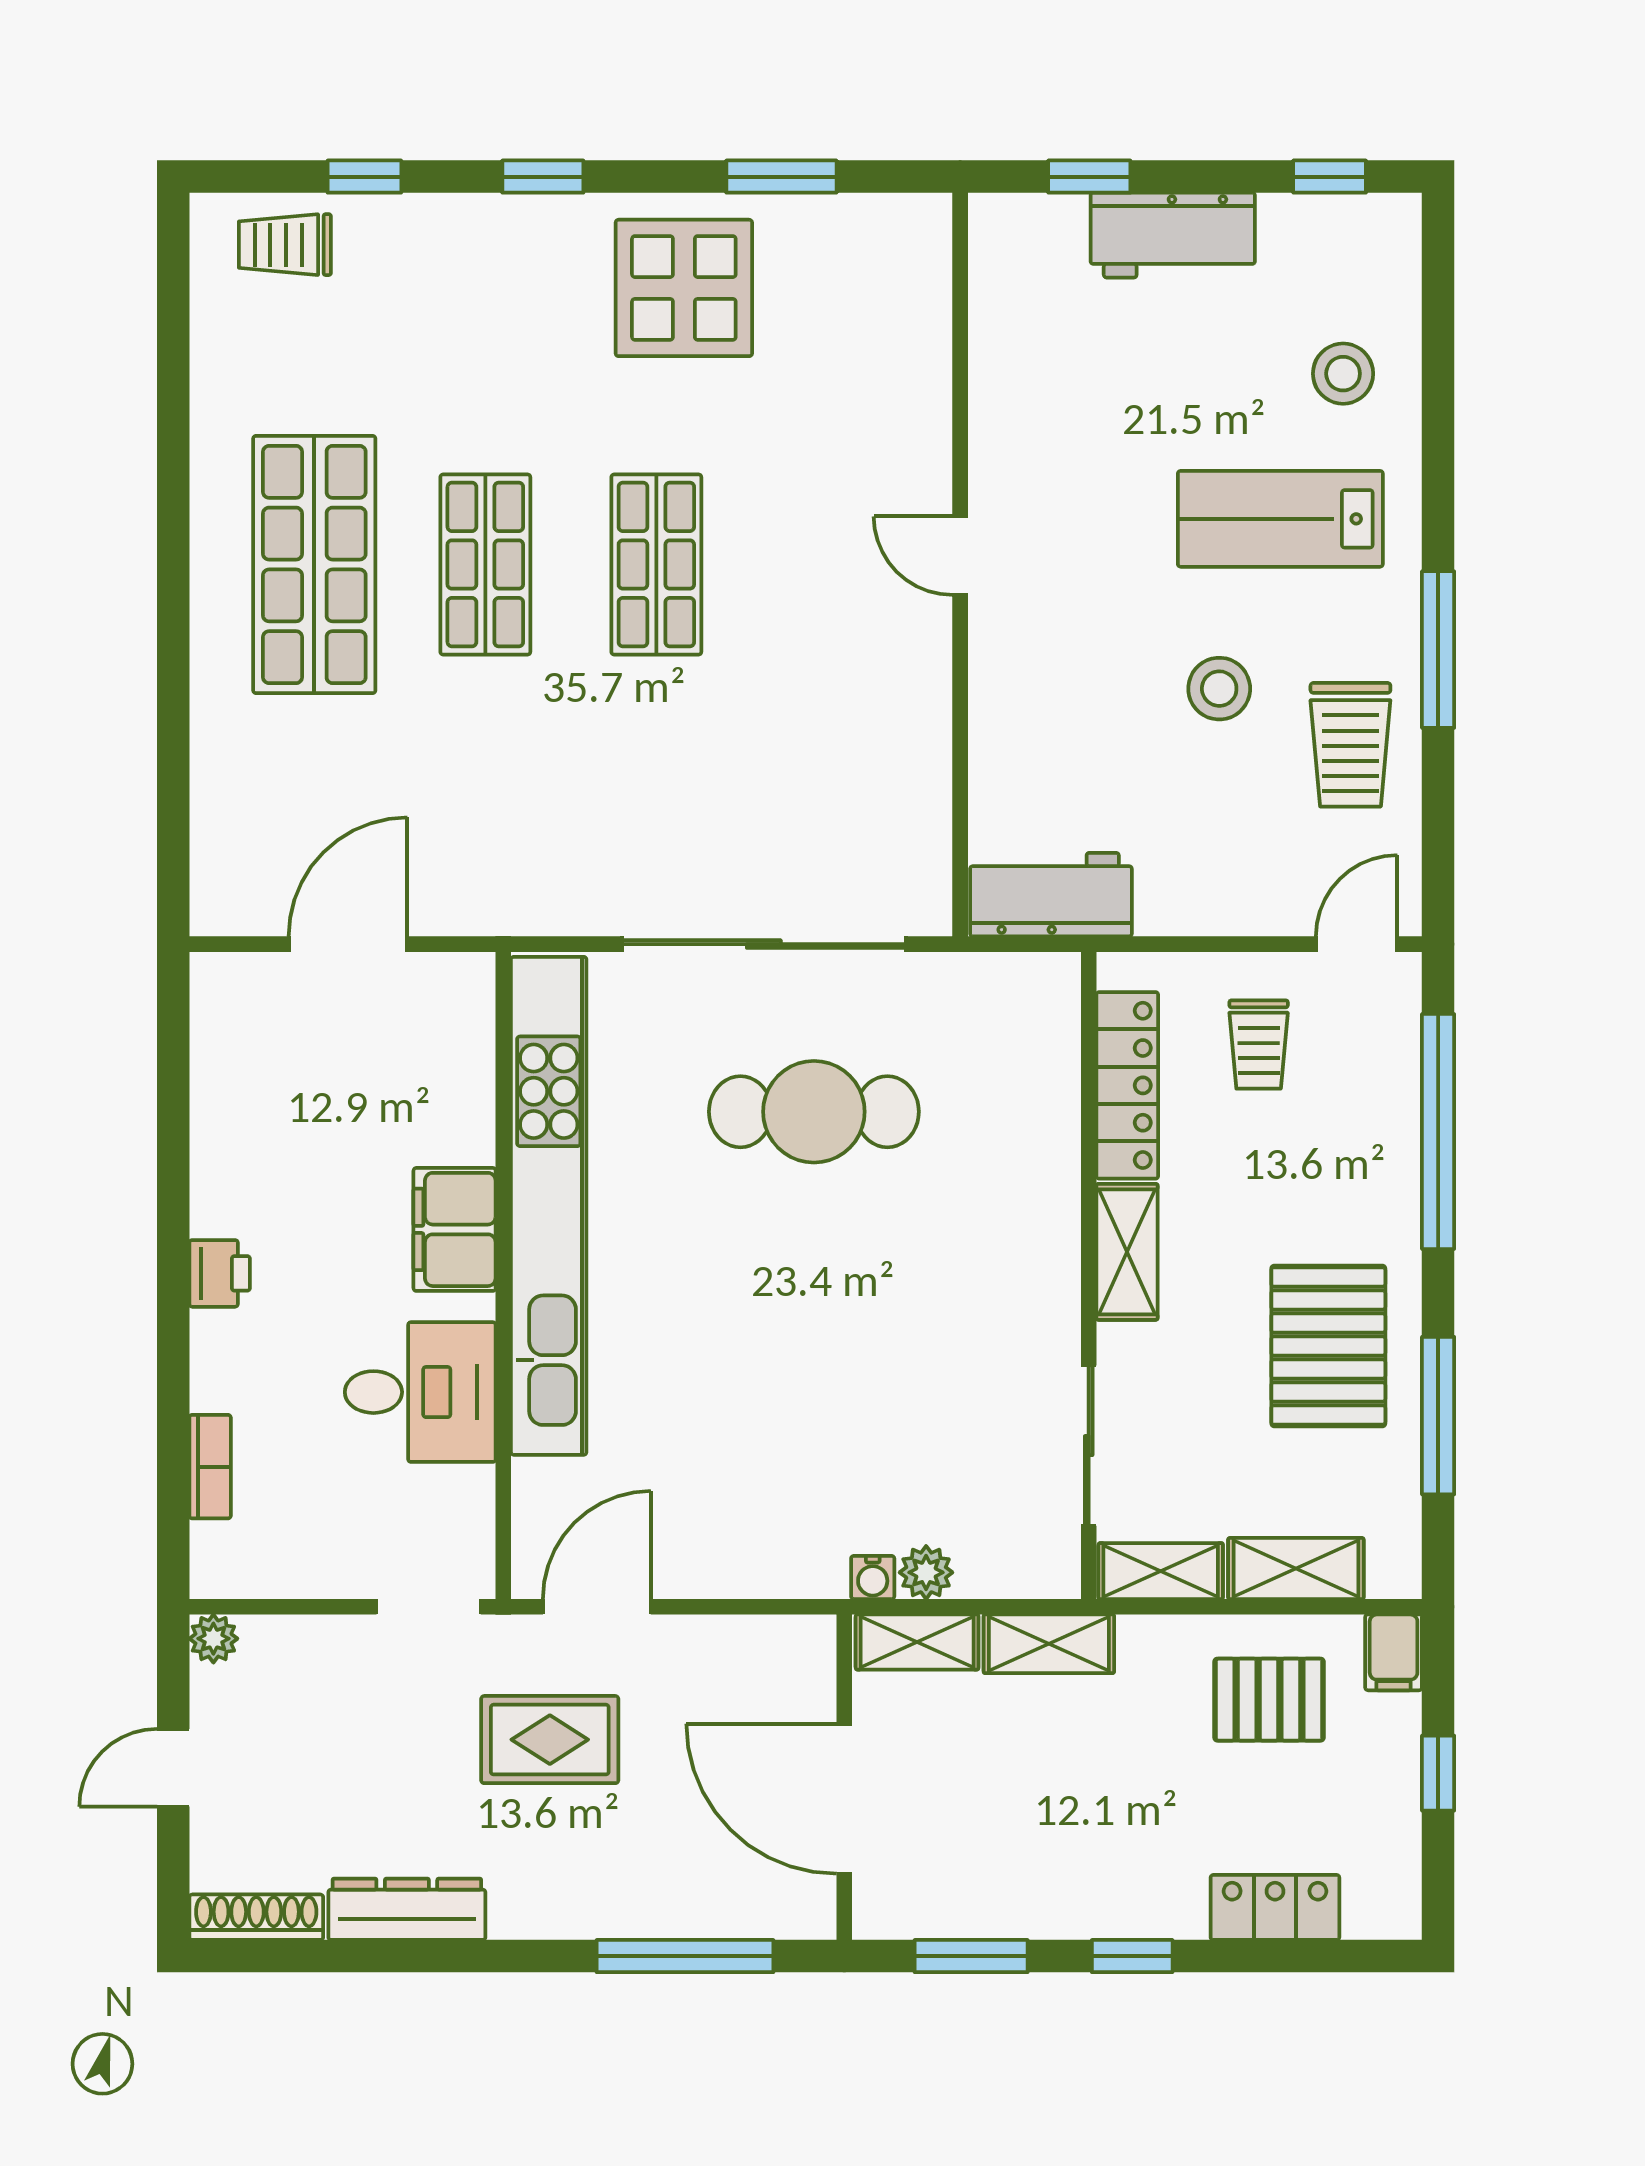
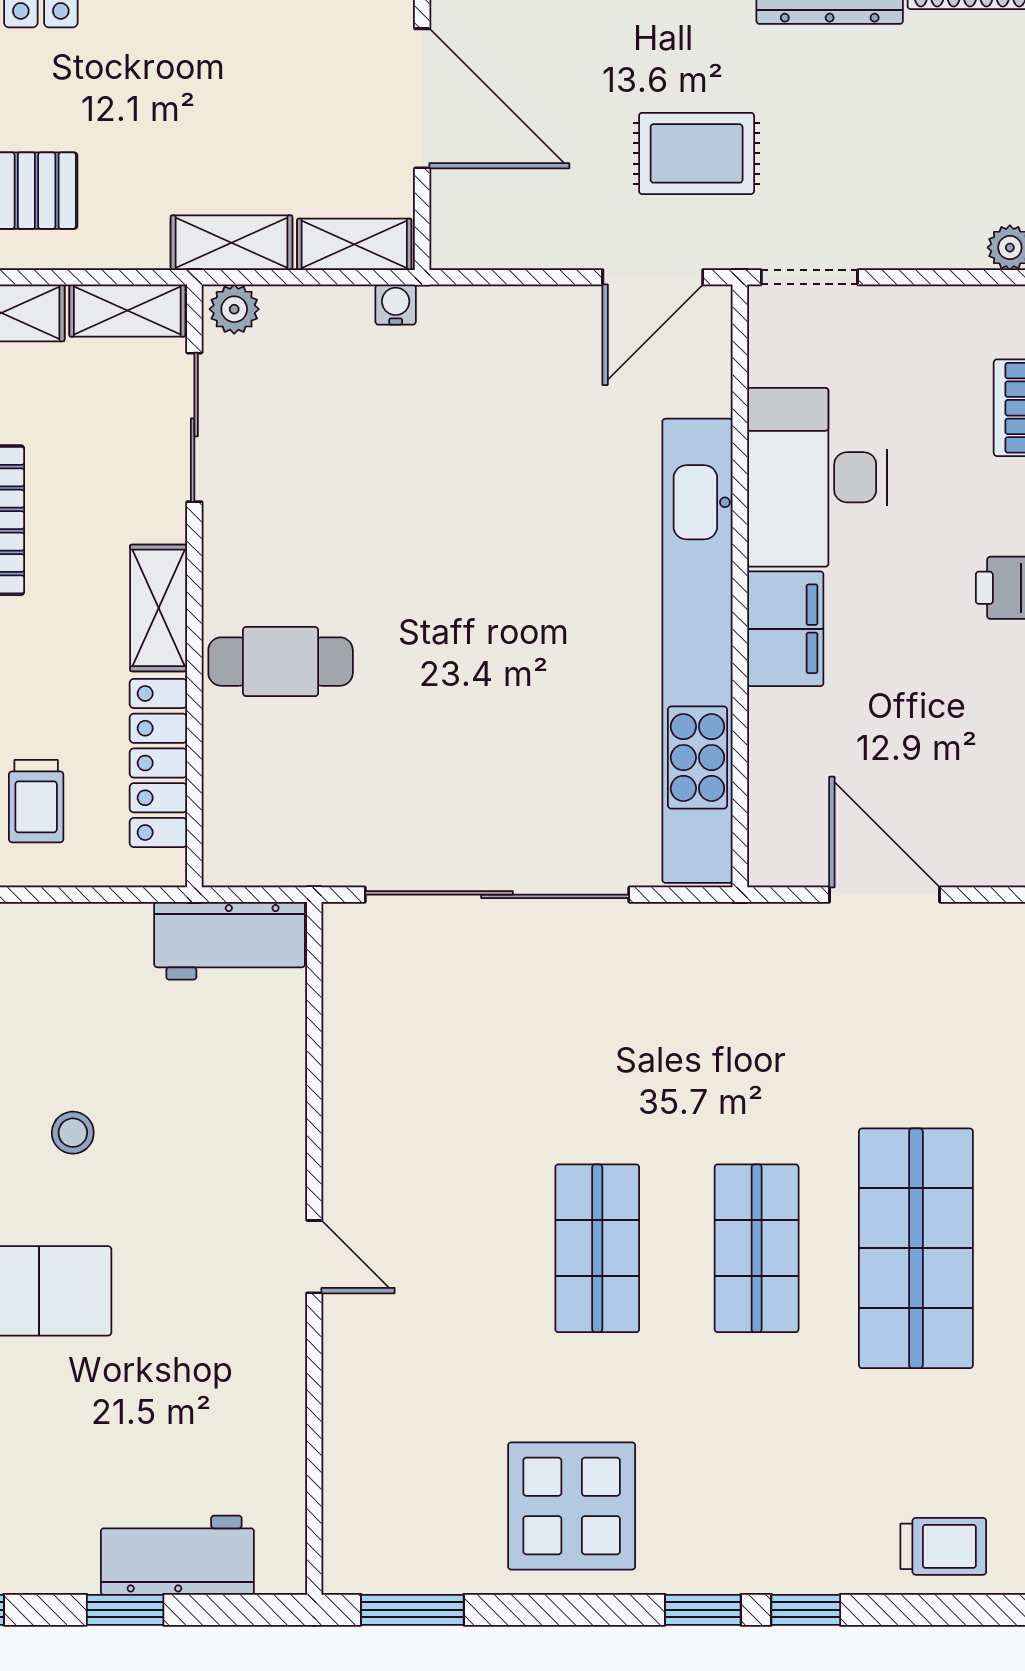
window: (364, 177) -> (806, 1610), moved
window: (781, 177) -> (412, 1610), moved
window: (1089, 177) -> (125, 1610), moved
workbench: (1173, 235) -> (177, 1555), moved
stool: (1219, 689) -> (73, 1133), width x0.73, depth x0.73
door: (348, 944) -> (885, 895), swing flipped
trolley: (1259, 1044) -> (36, 801), turned 180
cafe table: (814, 1112) -> (281, 662), moved, width x0.73, depth x0.74
desk: (420, 1392) -> (817, 477), width x1.37
plant: (926, 1572) -> (234, 309), moved

